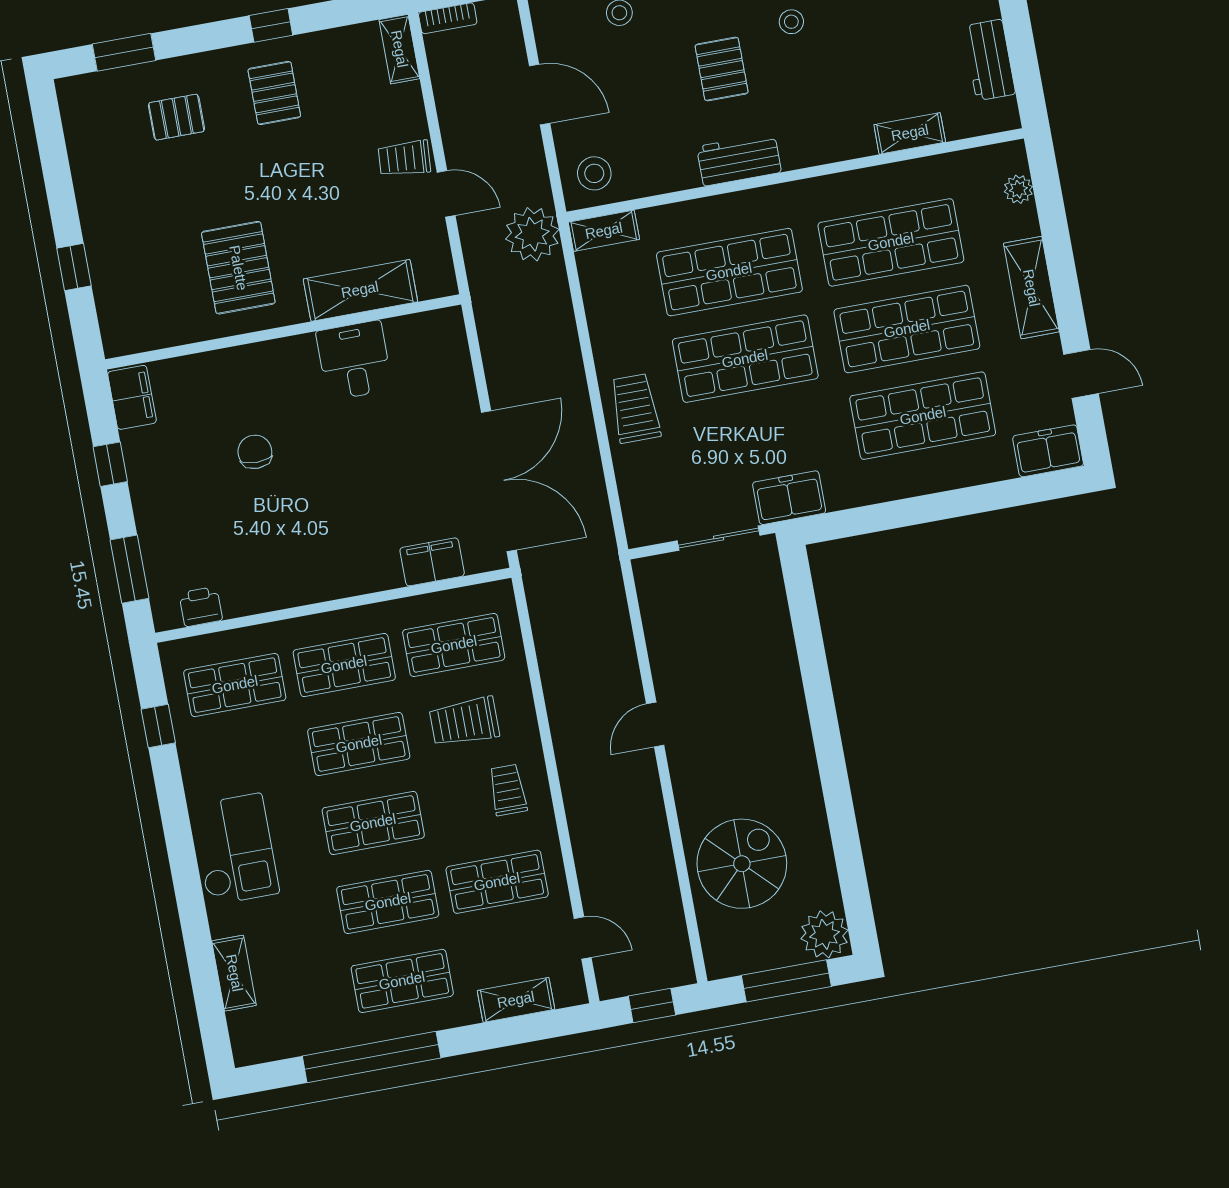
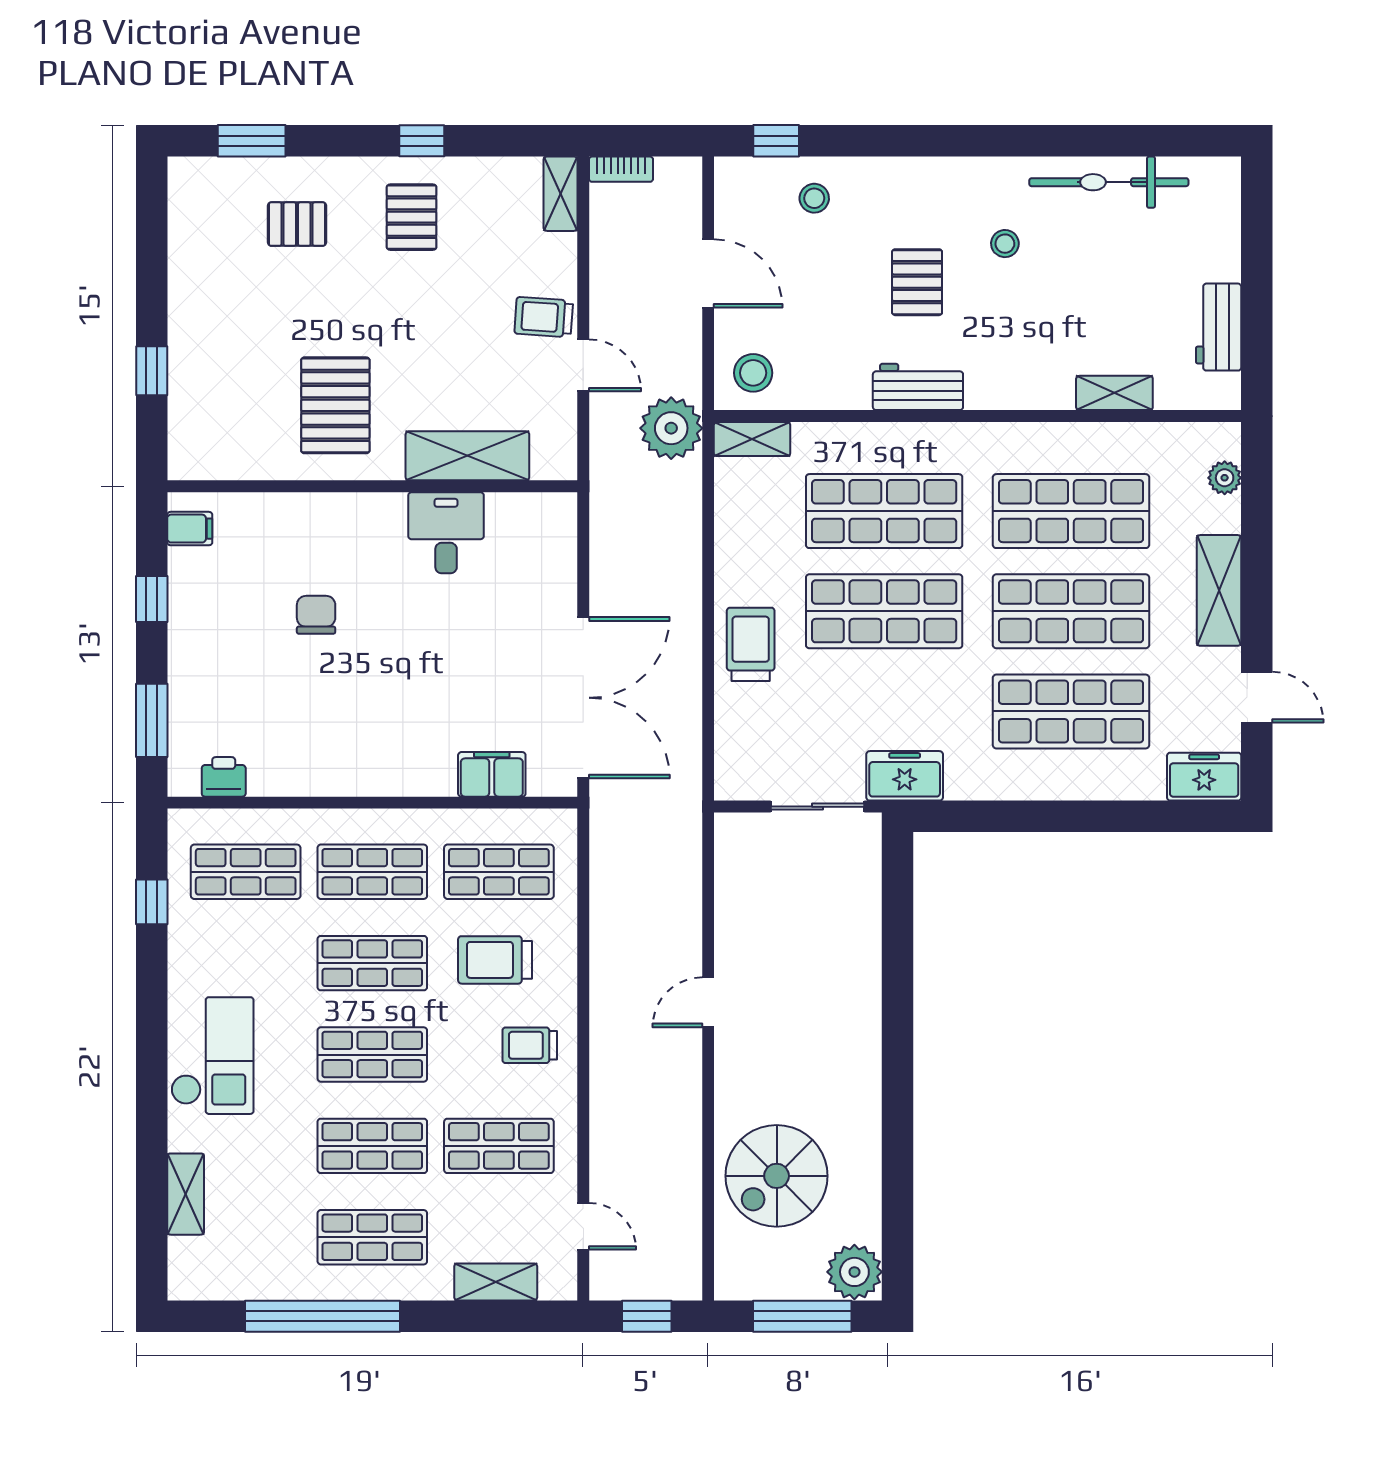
filing cabinet: (132, 397) -> (190, 529), width x0.50
trolley: (508, 790) -> (530, 1045), turned -90
spiral stairs: (742, 864) -> (777, 1176), turned 180

